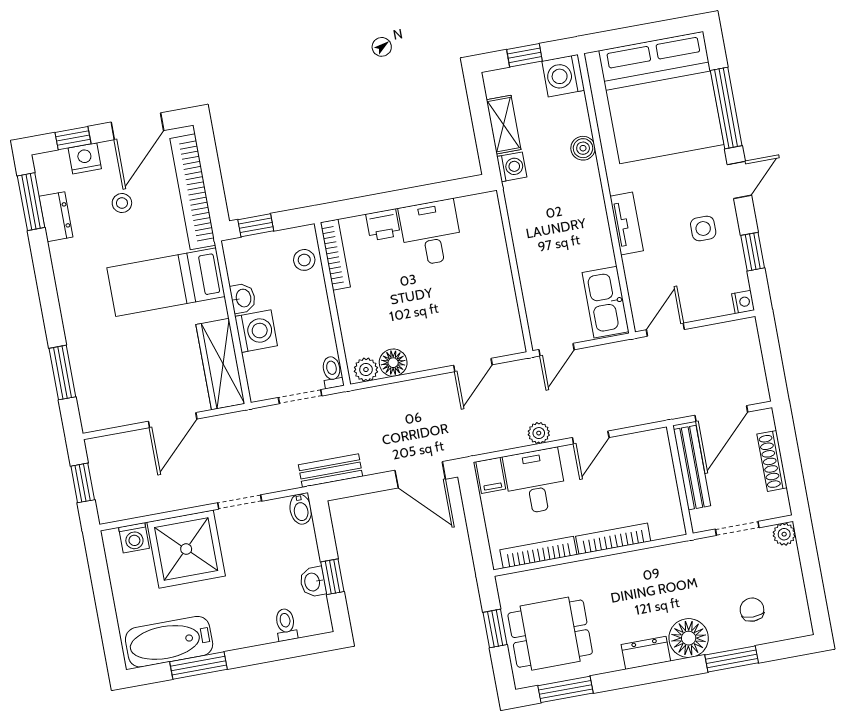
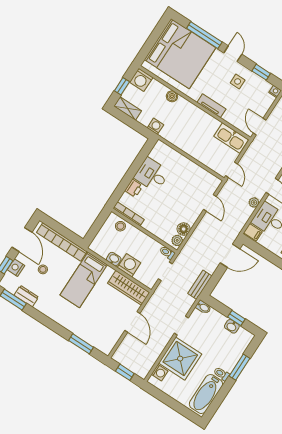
shelving: (504, 125) -> (128, 108), moved
window: (256, 225) -> (93, 231), removed
toilet: (286, 625) -> (221, 374), moved
window: (199, 666) -> (239, 367), moved

